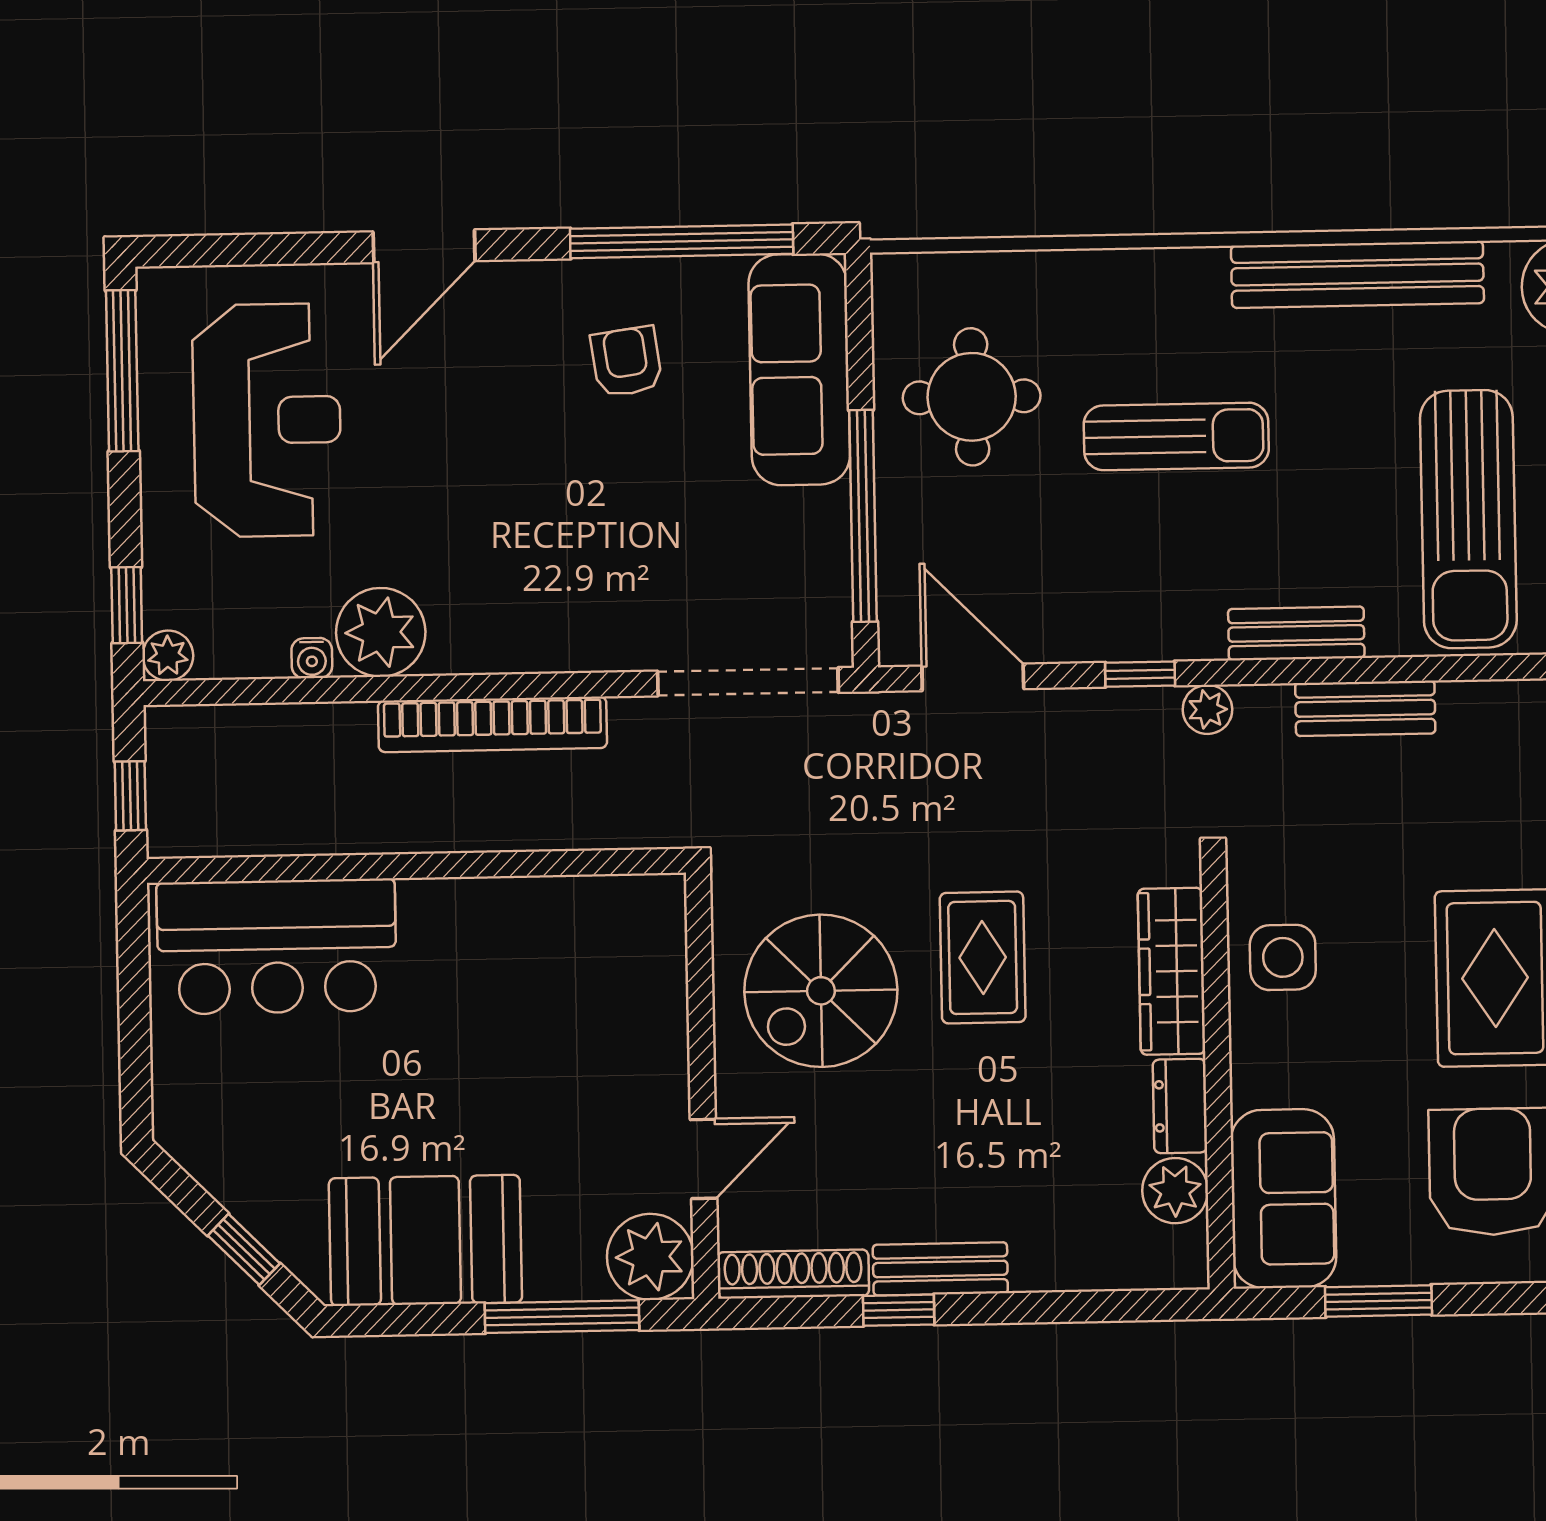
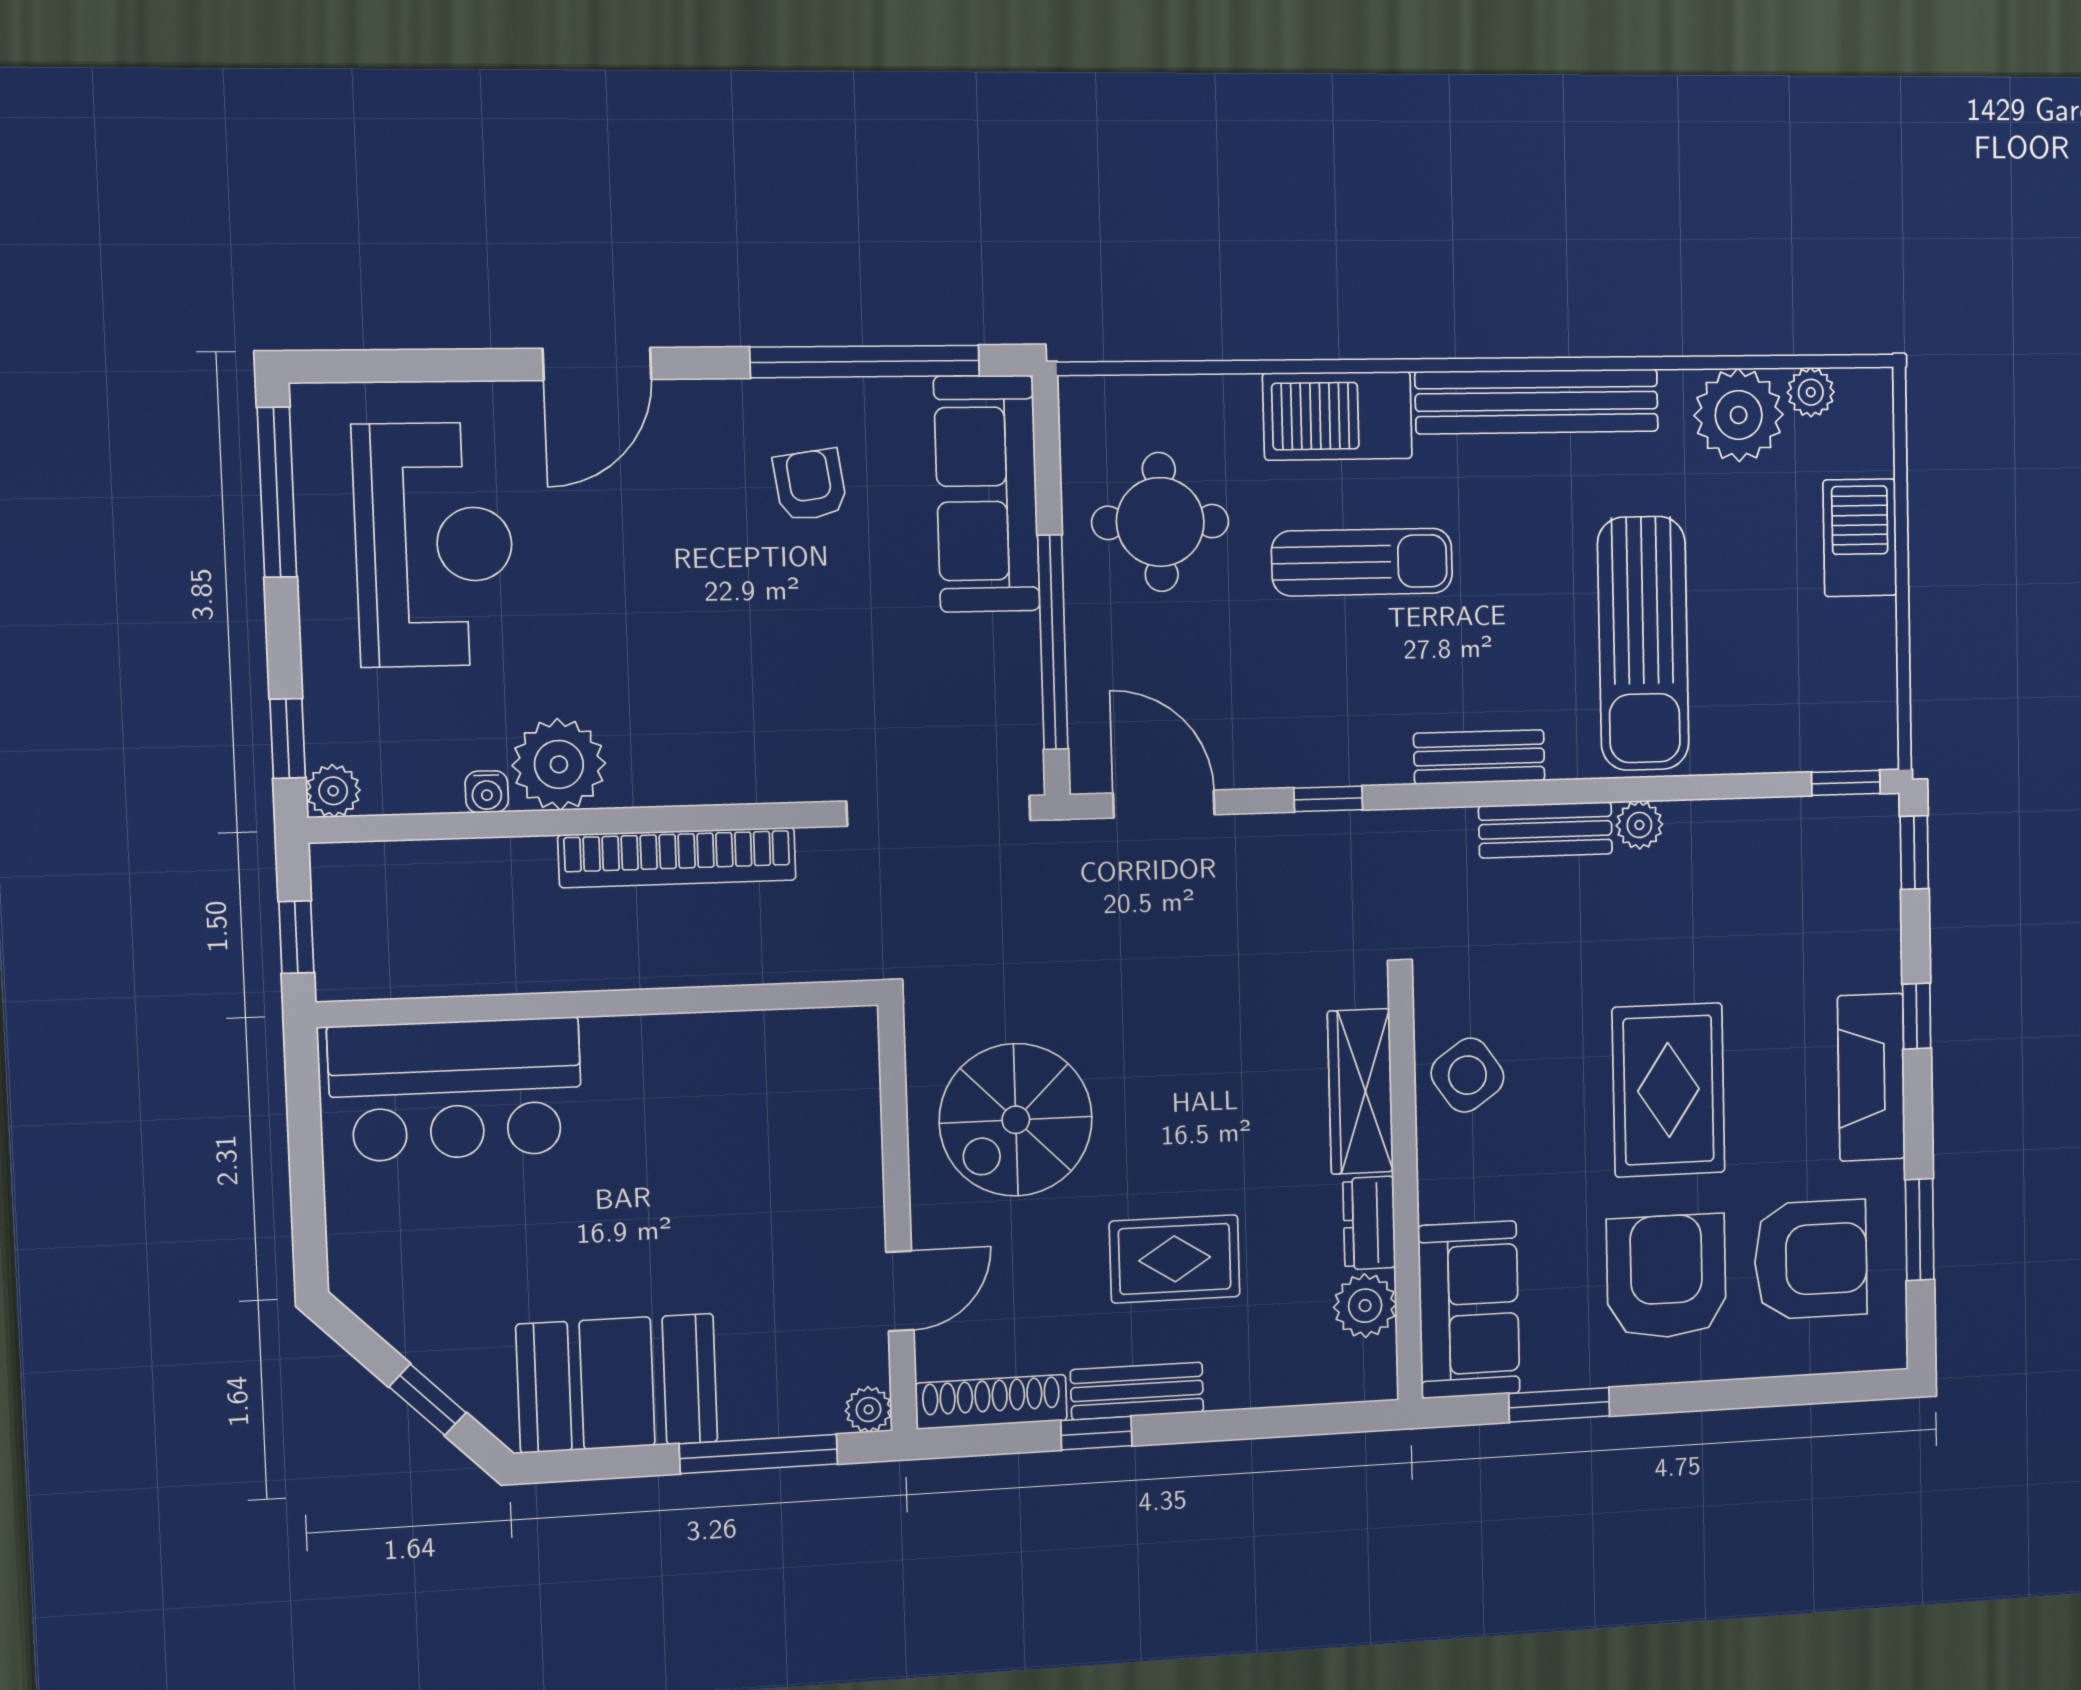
barbecue: (1152, 291) -> (1338, 416), added
plant: (1207, 709) -> (1639, 825), moved
rug: (983, 957) -> (1175, 1259), moved, turned 90
side table: (1283, 957) -> (1467, 1075), turned -35
plant: (650, 1257) -> (869, 1409), width x0.53, depth x0.53

